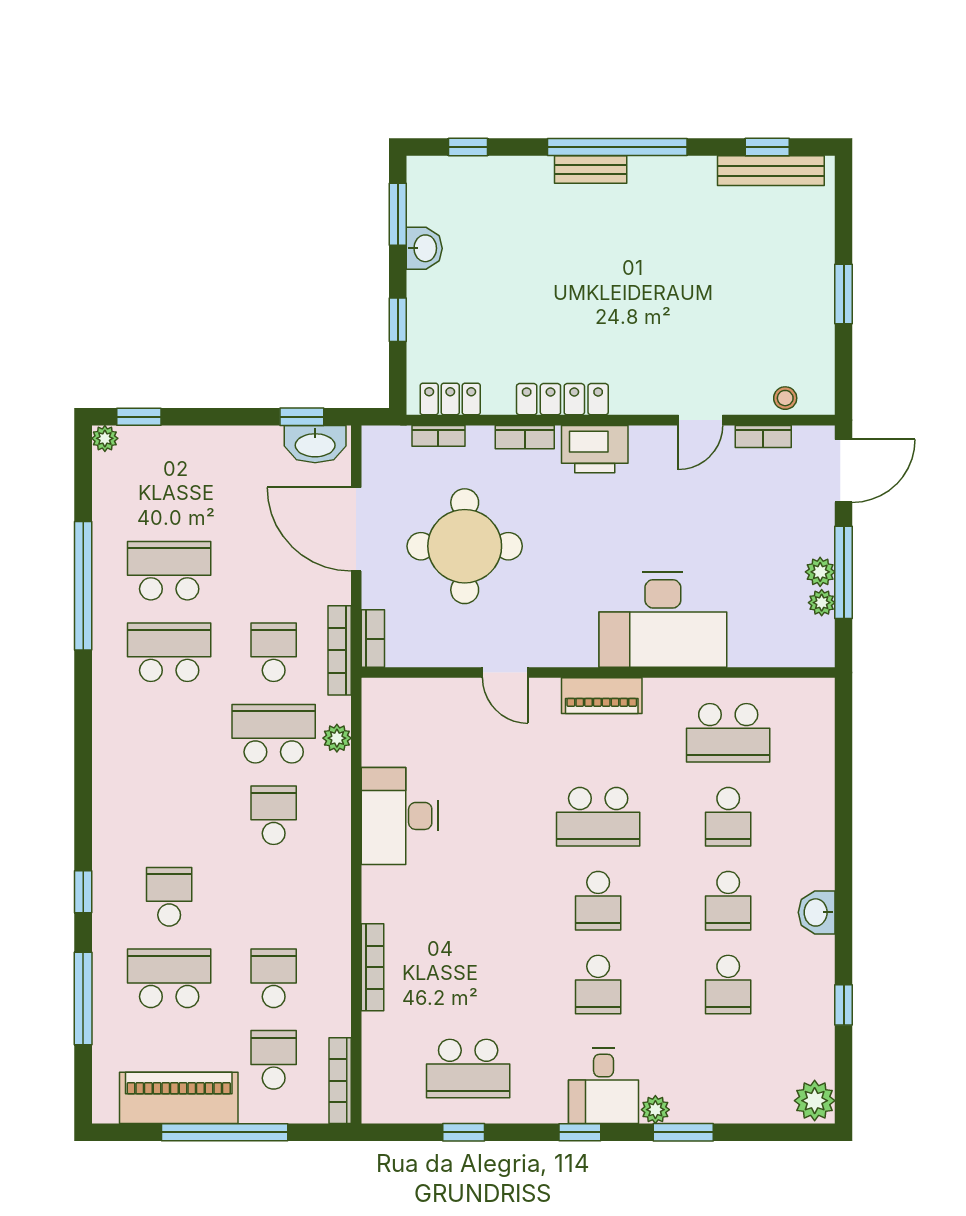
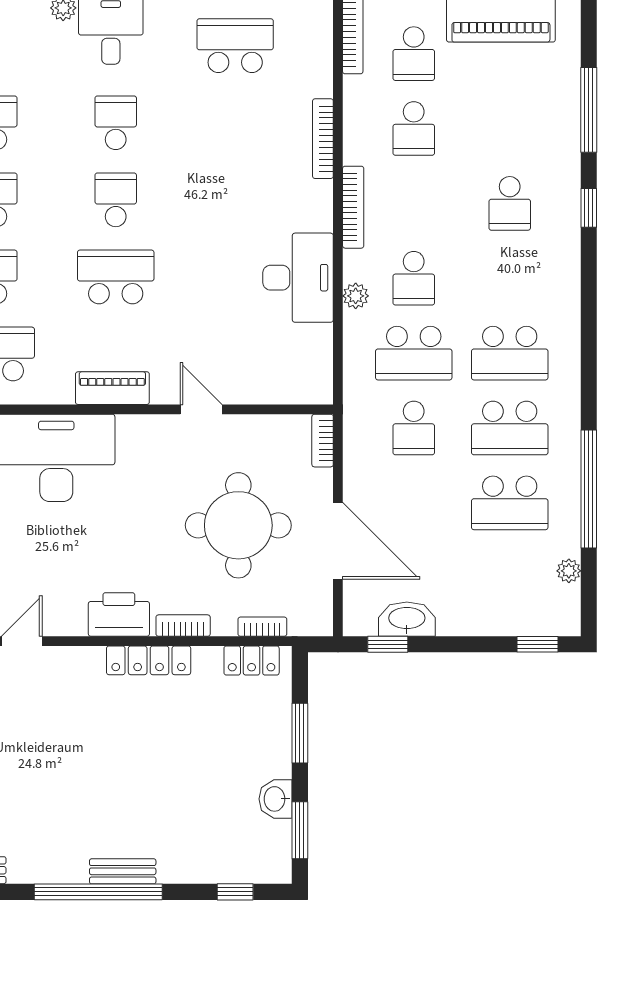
window: (398, 320) -> (300, 733), width x1.50
plant: (105, 438) -> (569, 571), moved
washbasin: (315, 444) -> (407, 619), moved
bookcase: (340, 650) -> (353, 207), moved
plant: (337, 738) -> (356, 296), moved
school desk: (169, 978) -> (510, 353), moved

